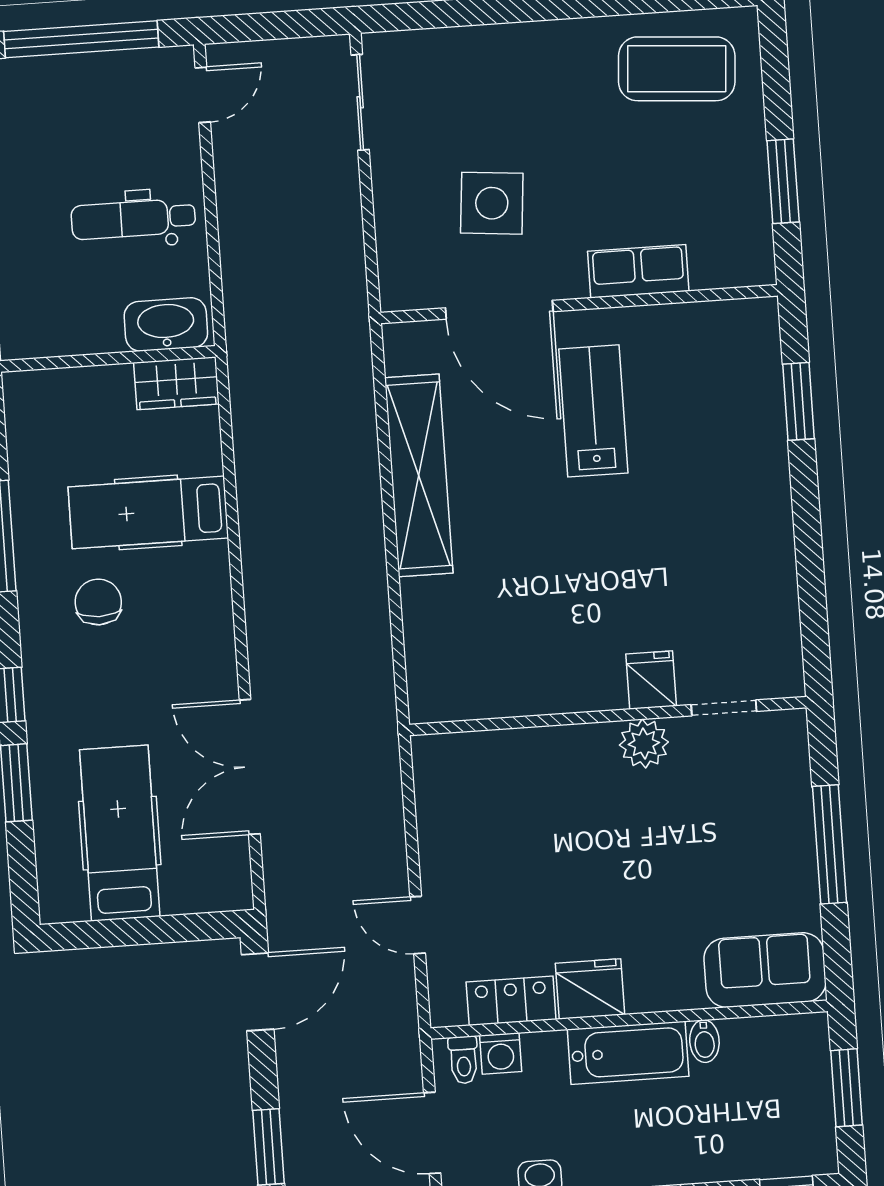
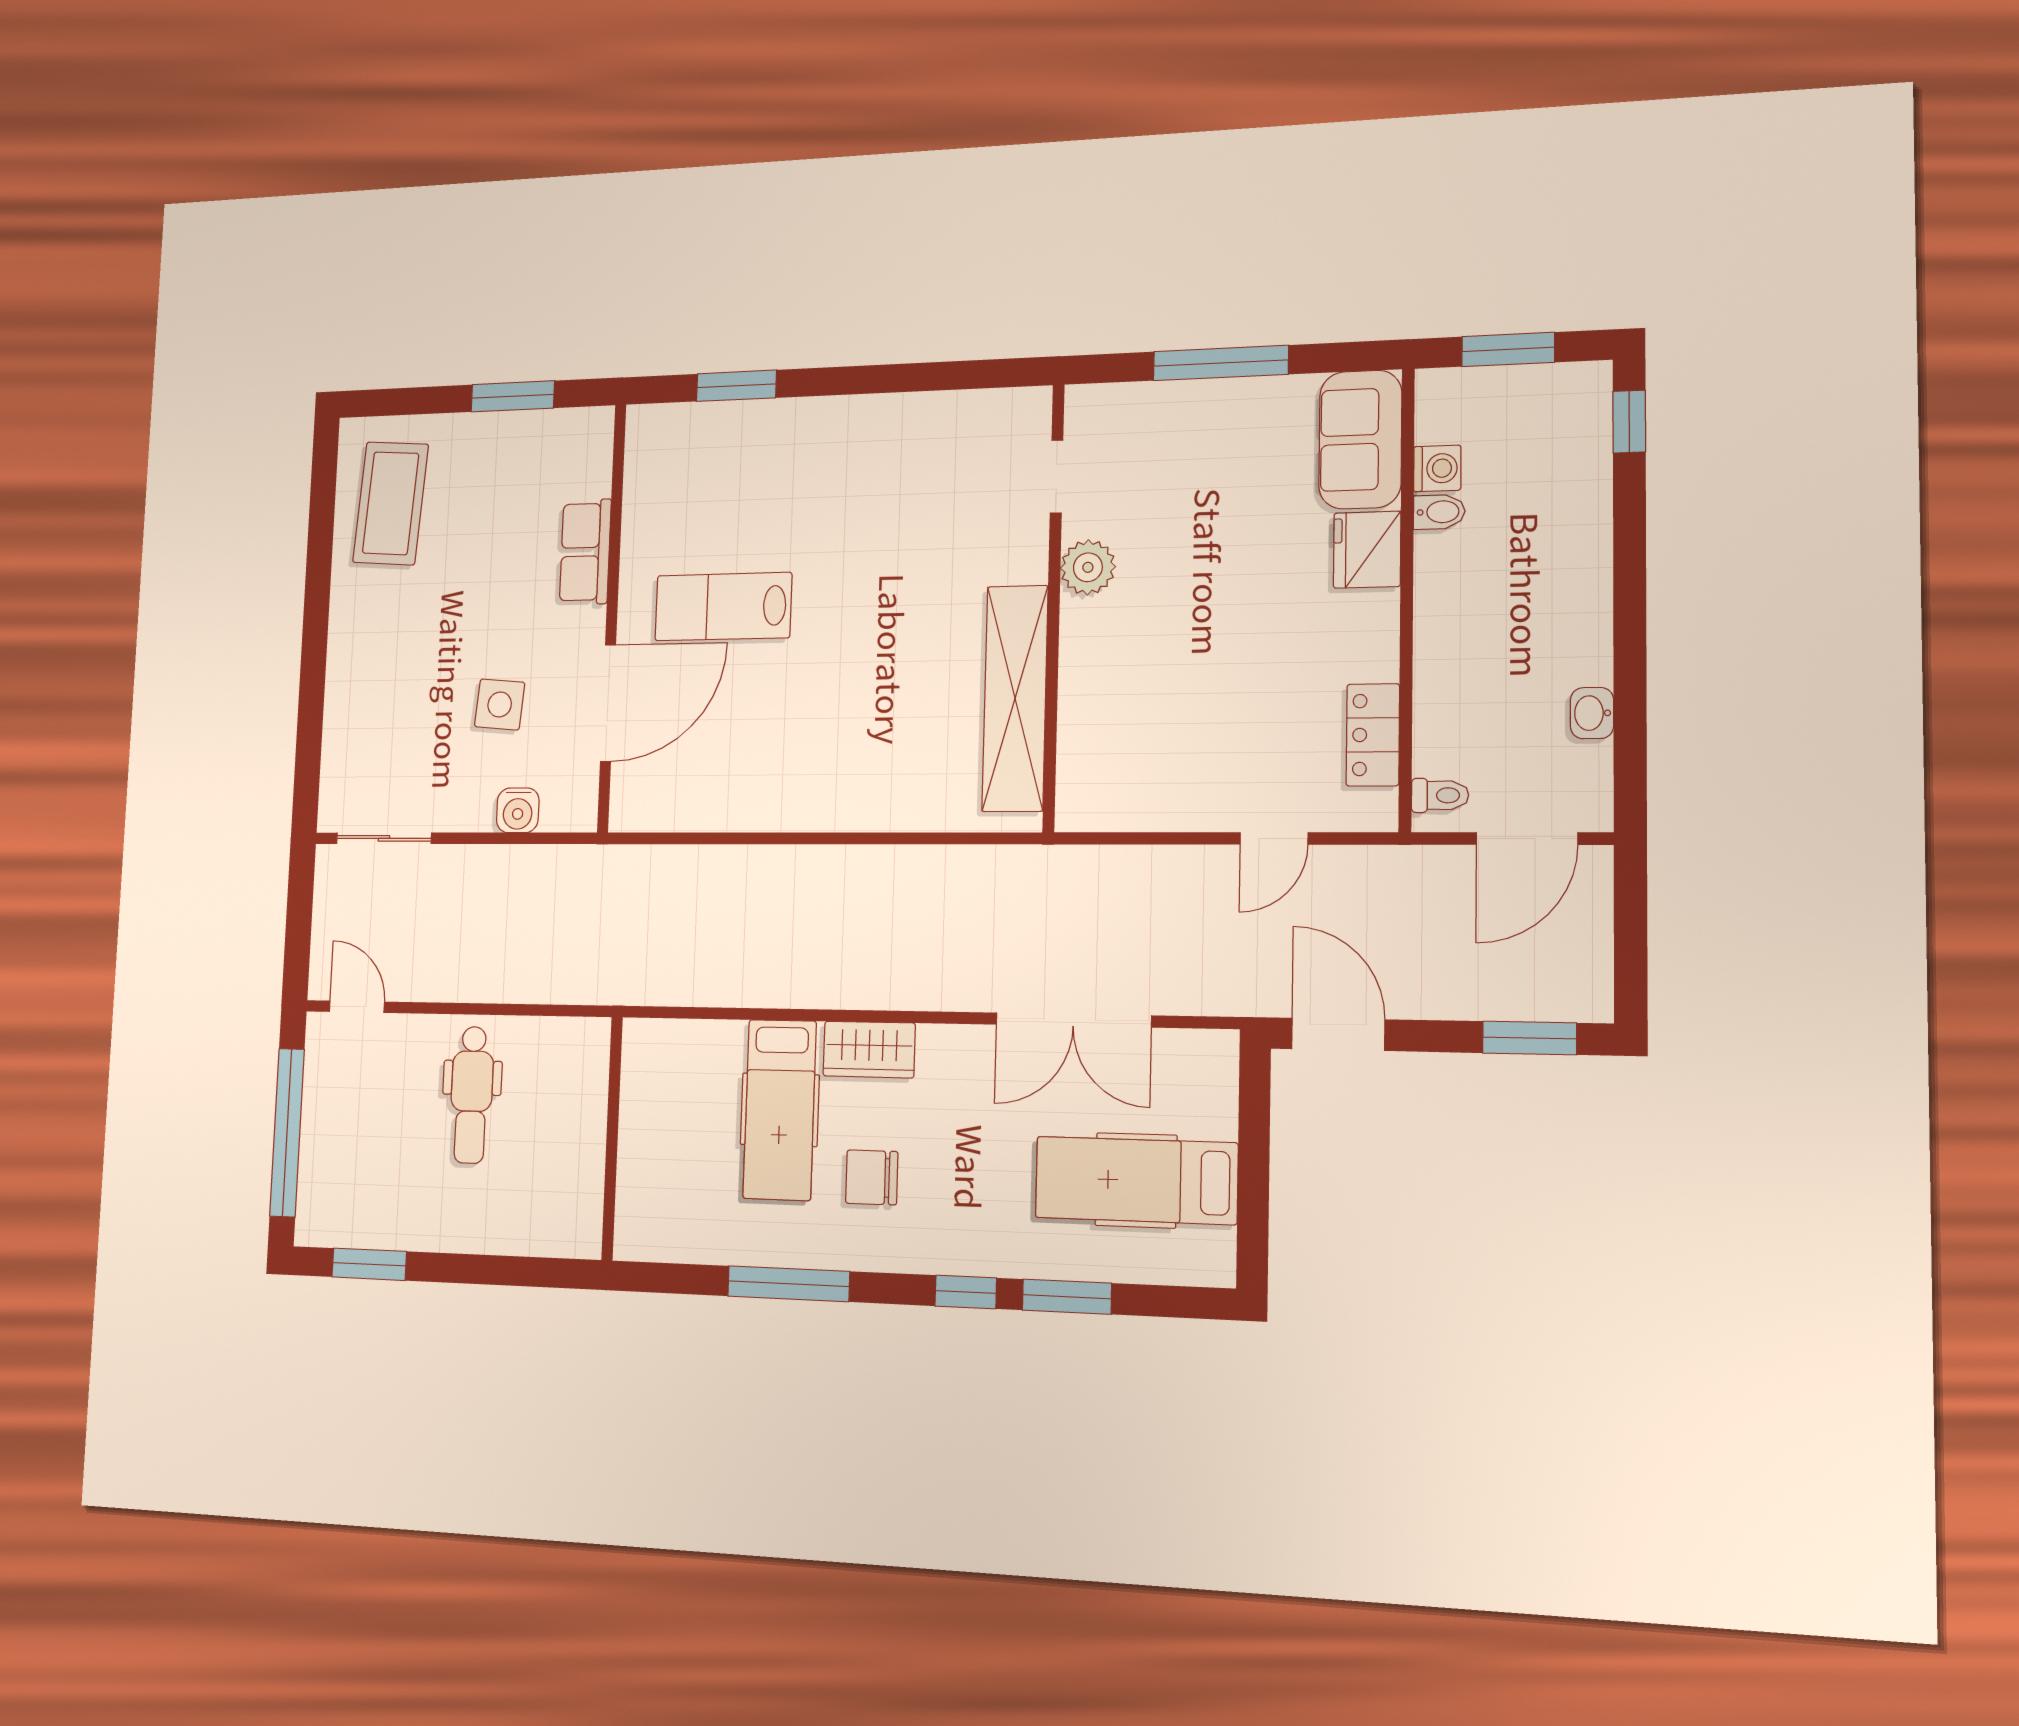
side table: (492, 203) -> (500, 704), width x0.73, depth x0.73
water cooler: (395, 233) -> (518, 810), added
washbasin: (166, 324) -> (583, 1070), removed
wardrobe: (176, 383) -> (869, 1050), moved, turned 90
shelving: (419, 475) -> (1015, 698), moved, turned 90
fridge: (651, 680) -> (1018, 556), removed
fridge: (590, 989) -> (1367, 550), moved
bathtub: (628, 1053) -> (1446, 601), removed
washing machine: (501, 1054) -> (1437, 468), moved

